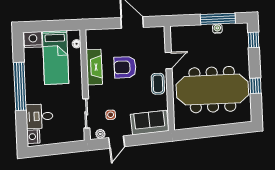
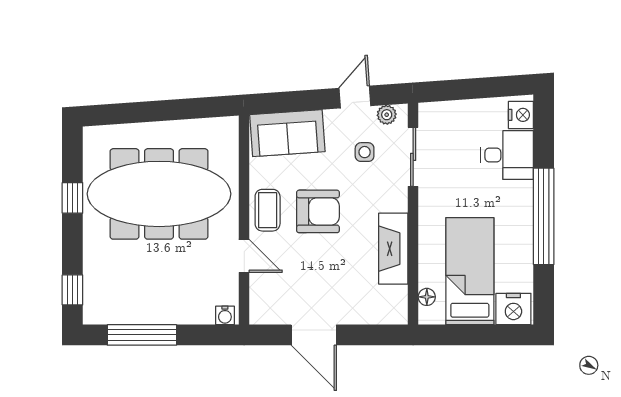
water cooler: (217, 29) -> (225, 315), moved
door: (169, 60) -> (244, 256), swing flipped
armchair: (125, 67) -> (318, 211), moved

